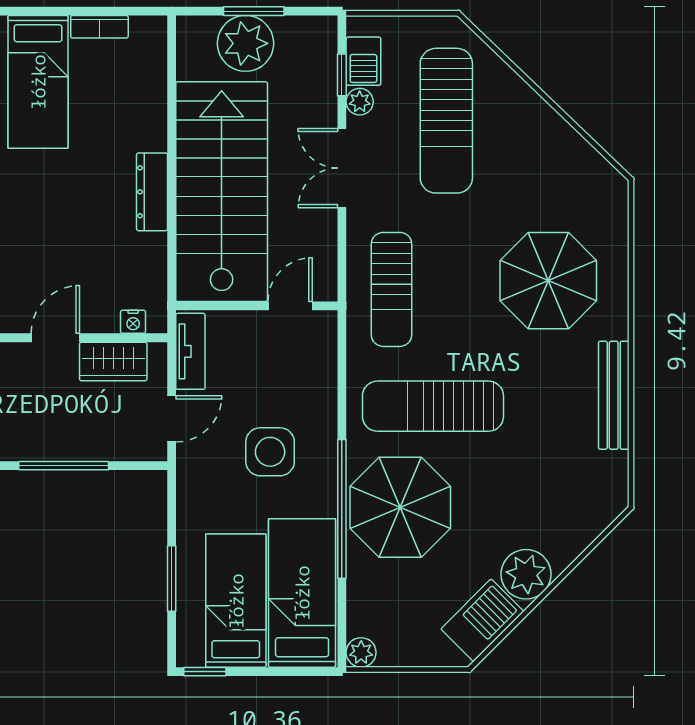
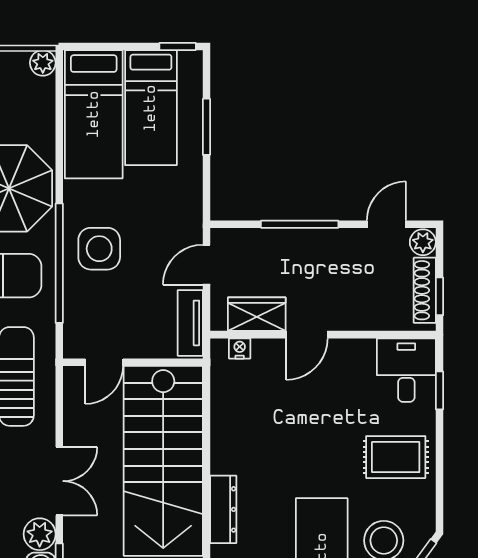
plant: (360, 102) -> (40, 534), width x1.38, depth x1.38
dresser: (152, 192) -> (223, 509), moved
side table: (270, 452) -> (99, 249), moved
window: (342, 509) -> (59, 263), moved

